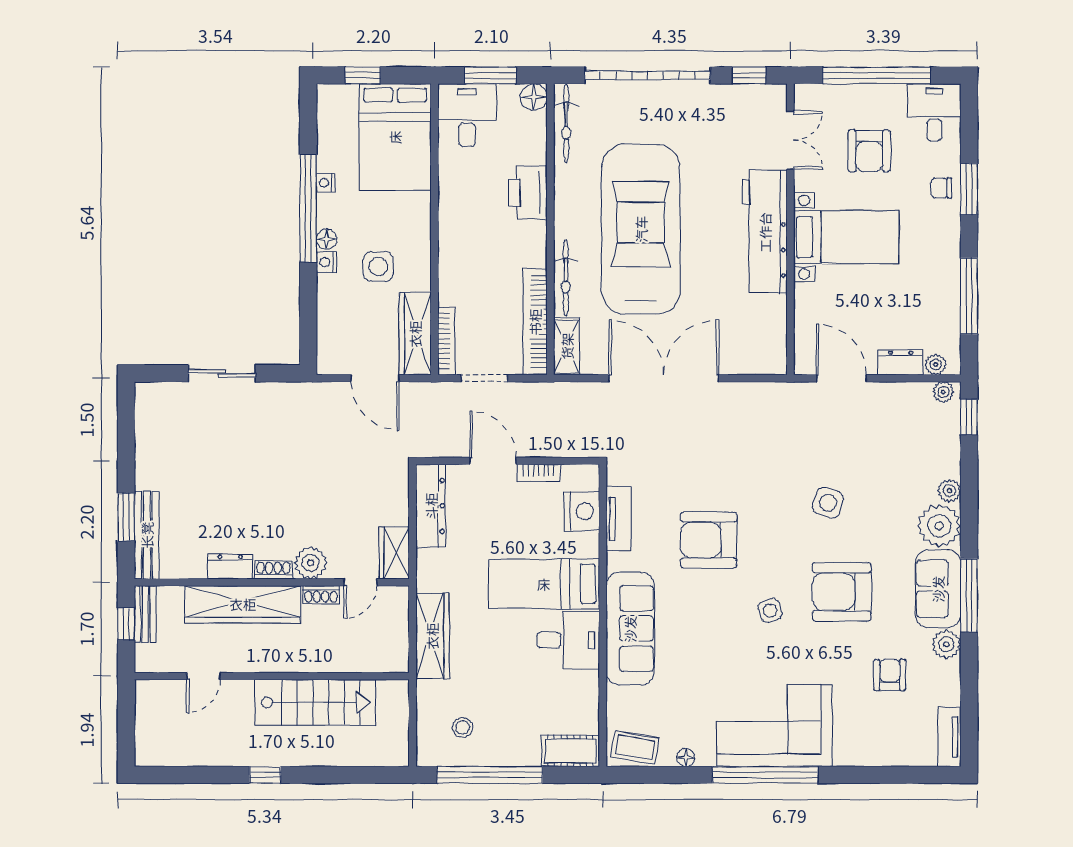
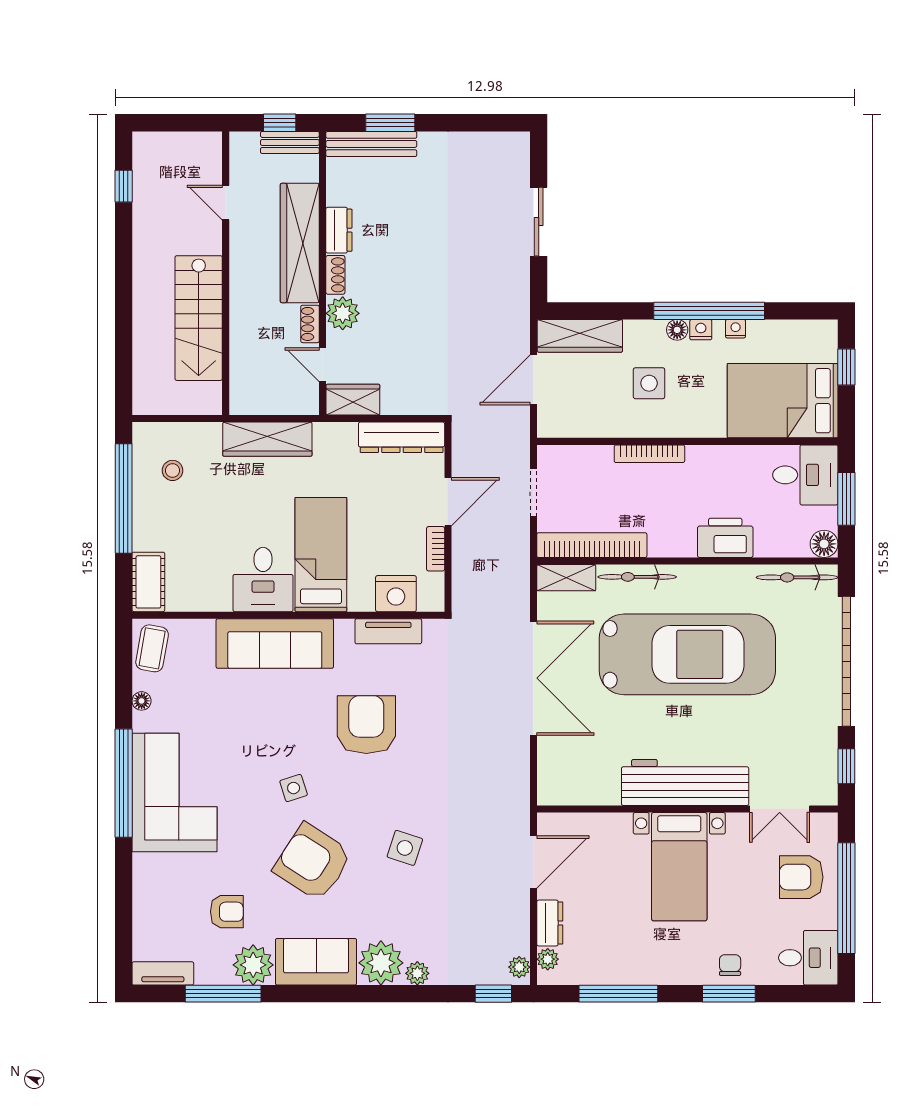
armchair: (869, 151) -> (801, 877), moved
nightstand: (326, 262) -> (701, 330), moved
wardrobe: (415, 334) -> (580, 336), moved, turned 180
bookcase: (447, 341) -> (649, 454), moved
armchair: (842, 592) -> (313, 862), turned -57
window: (969, 595) -> (223, 994), moved
plant: (946, 644) -> (253, 965), width x1.36, depth x1.36
window: (265, 775) -> (124, 186), moved

